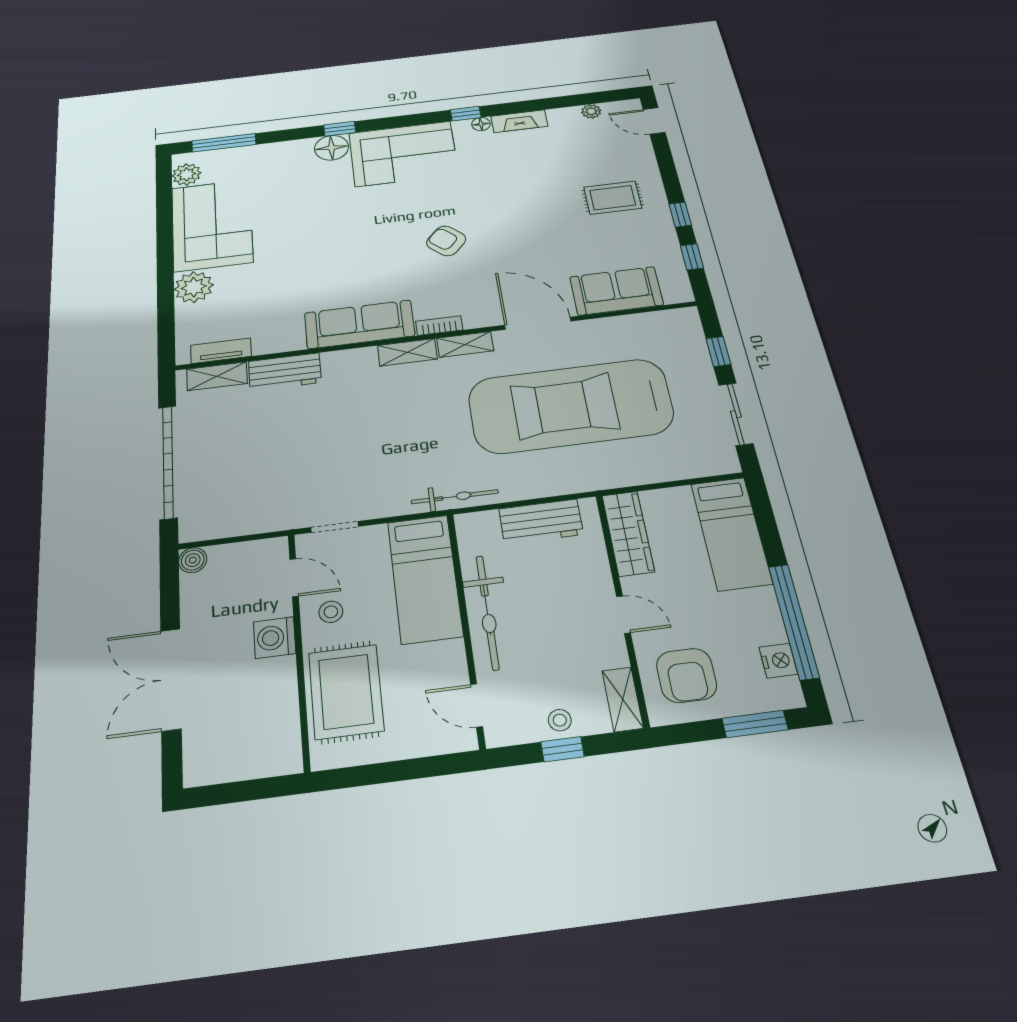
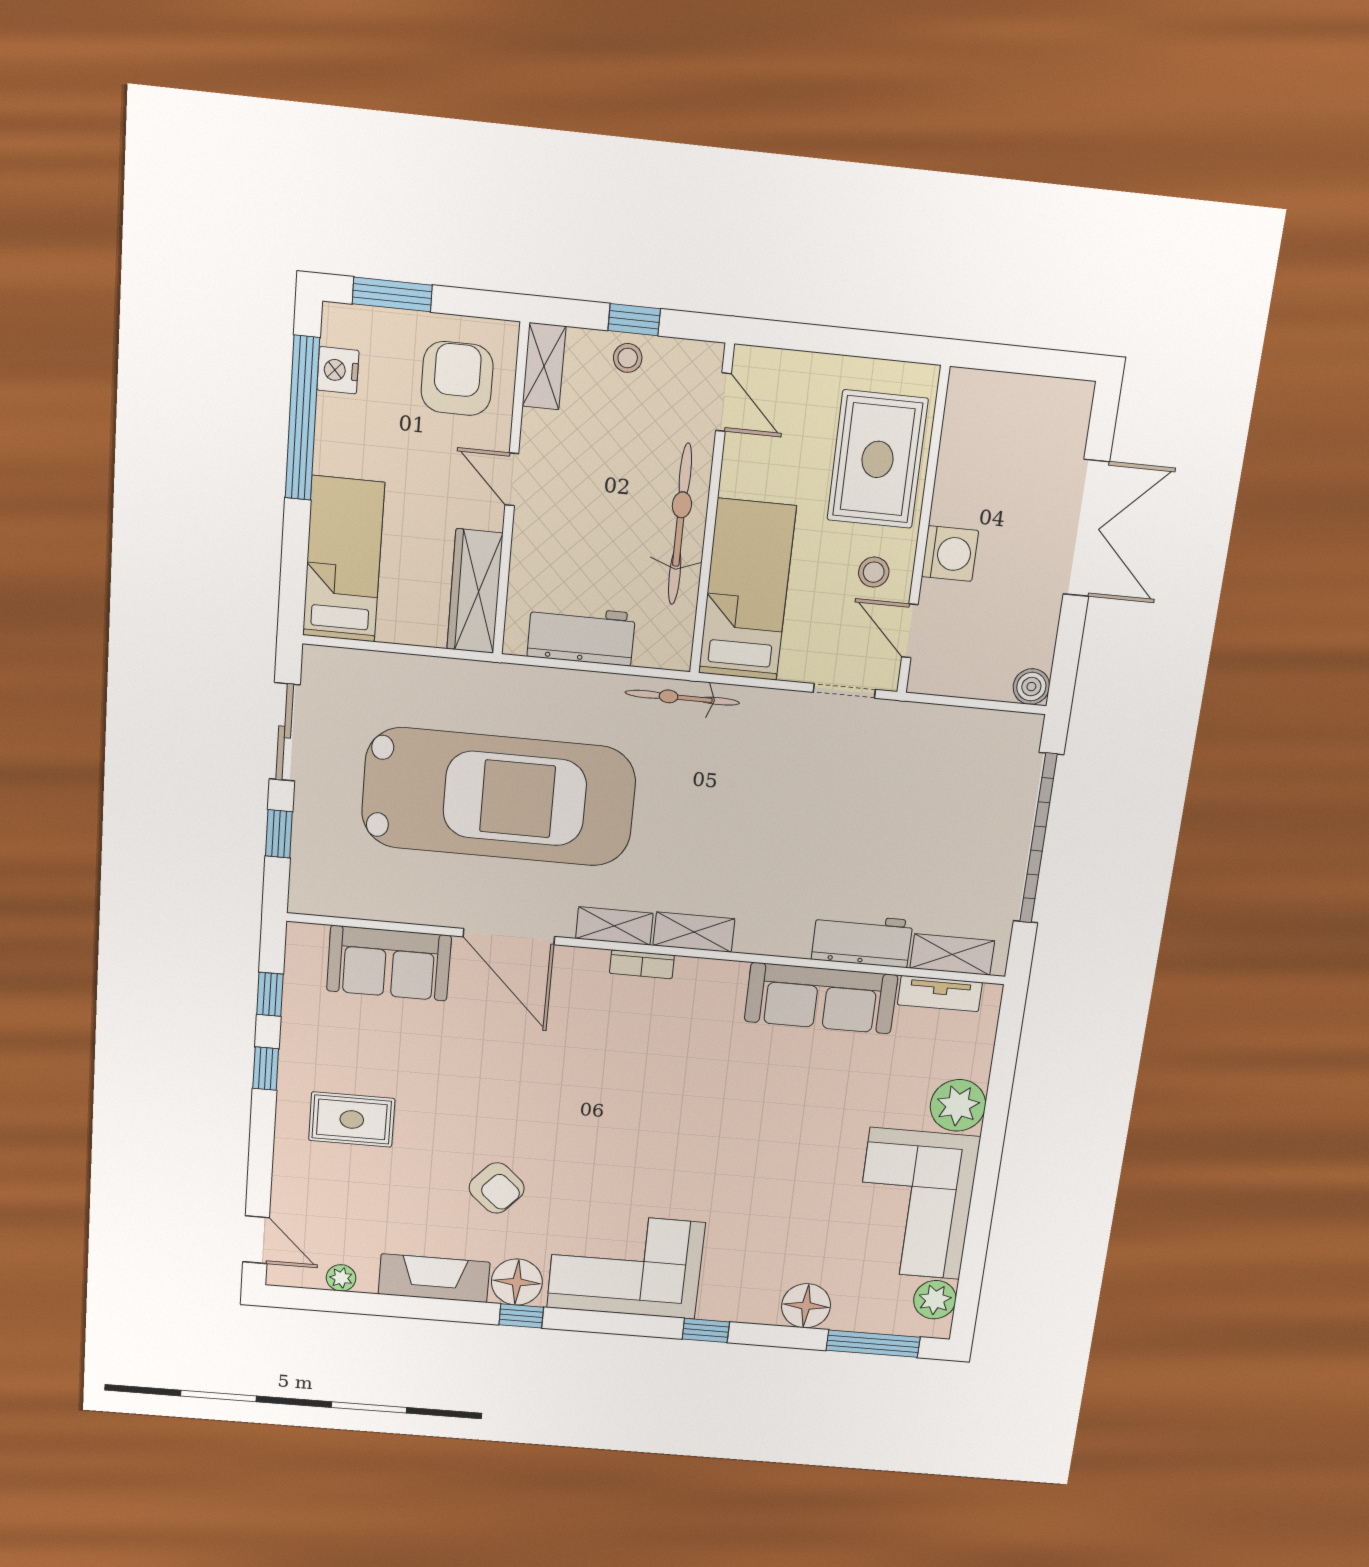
fireplace: (519, 121) -> (434, 1278), width x1.37, depth x1.32
floor lamp: (481, 124) -> (517, 1282), width x1.89, depth x1.89
floor lamp: (332, 148) -> (806, 1306), moved
armchair: (446, 241) -> (497, 1188), moved
sofa: (359, 324) -> (821, 998), moved

